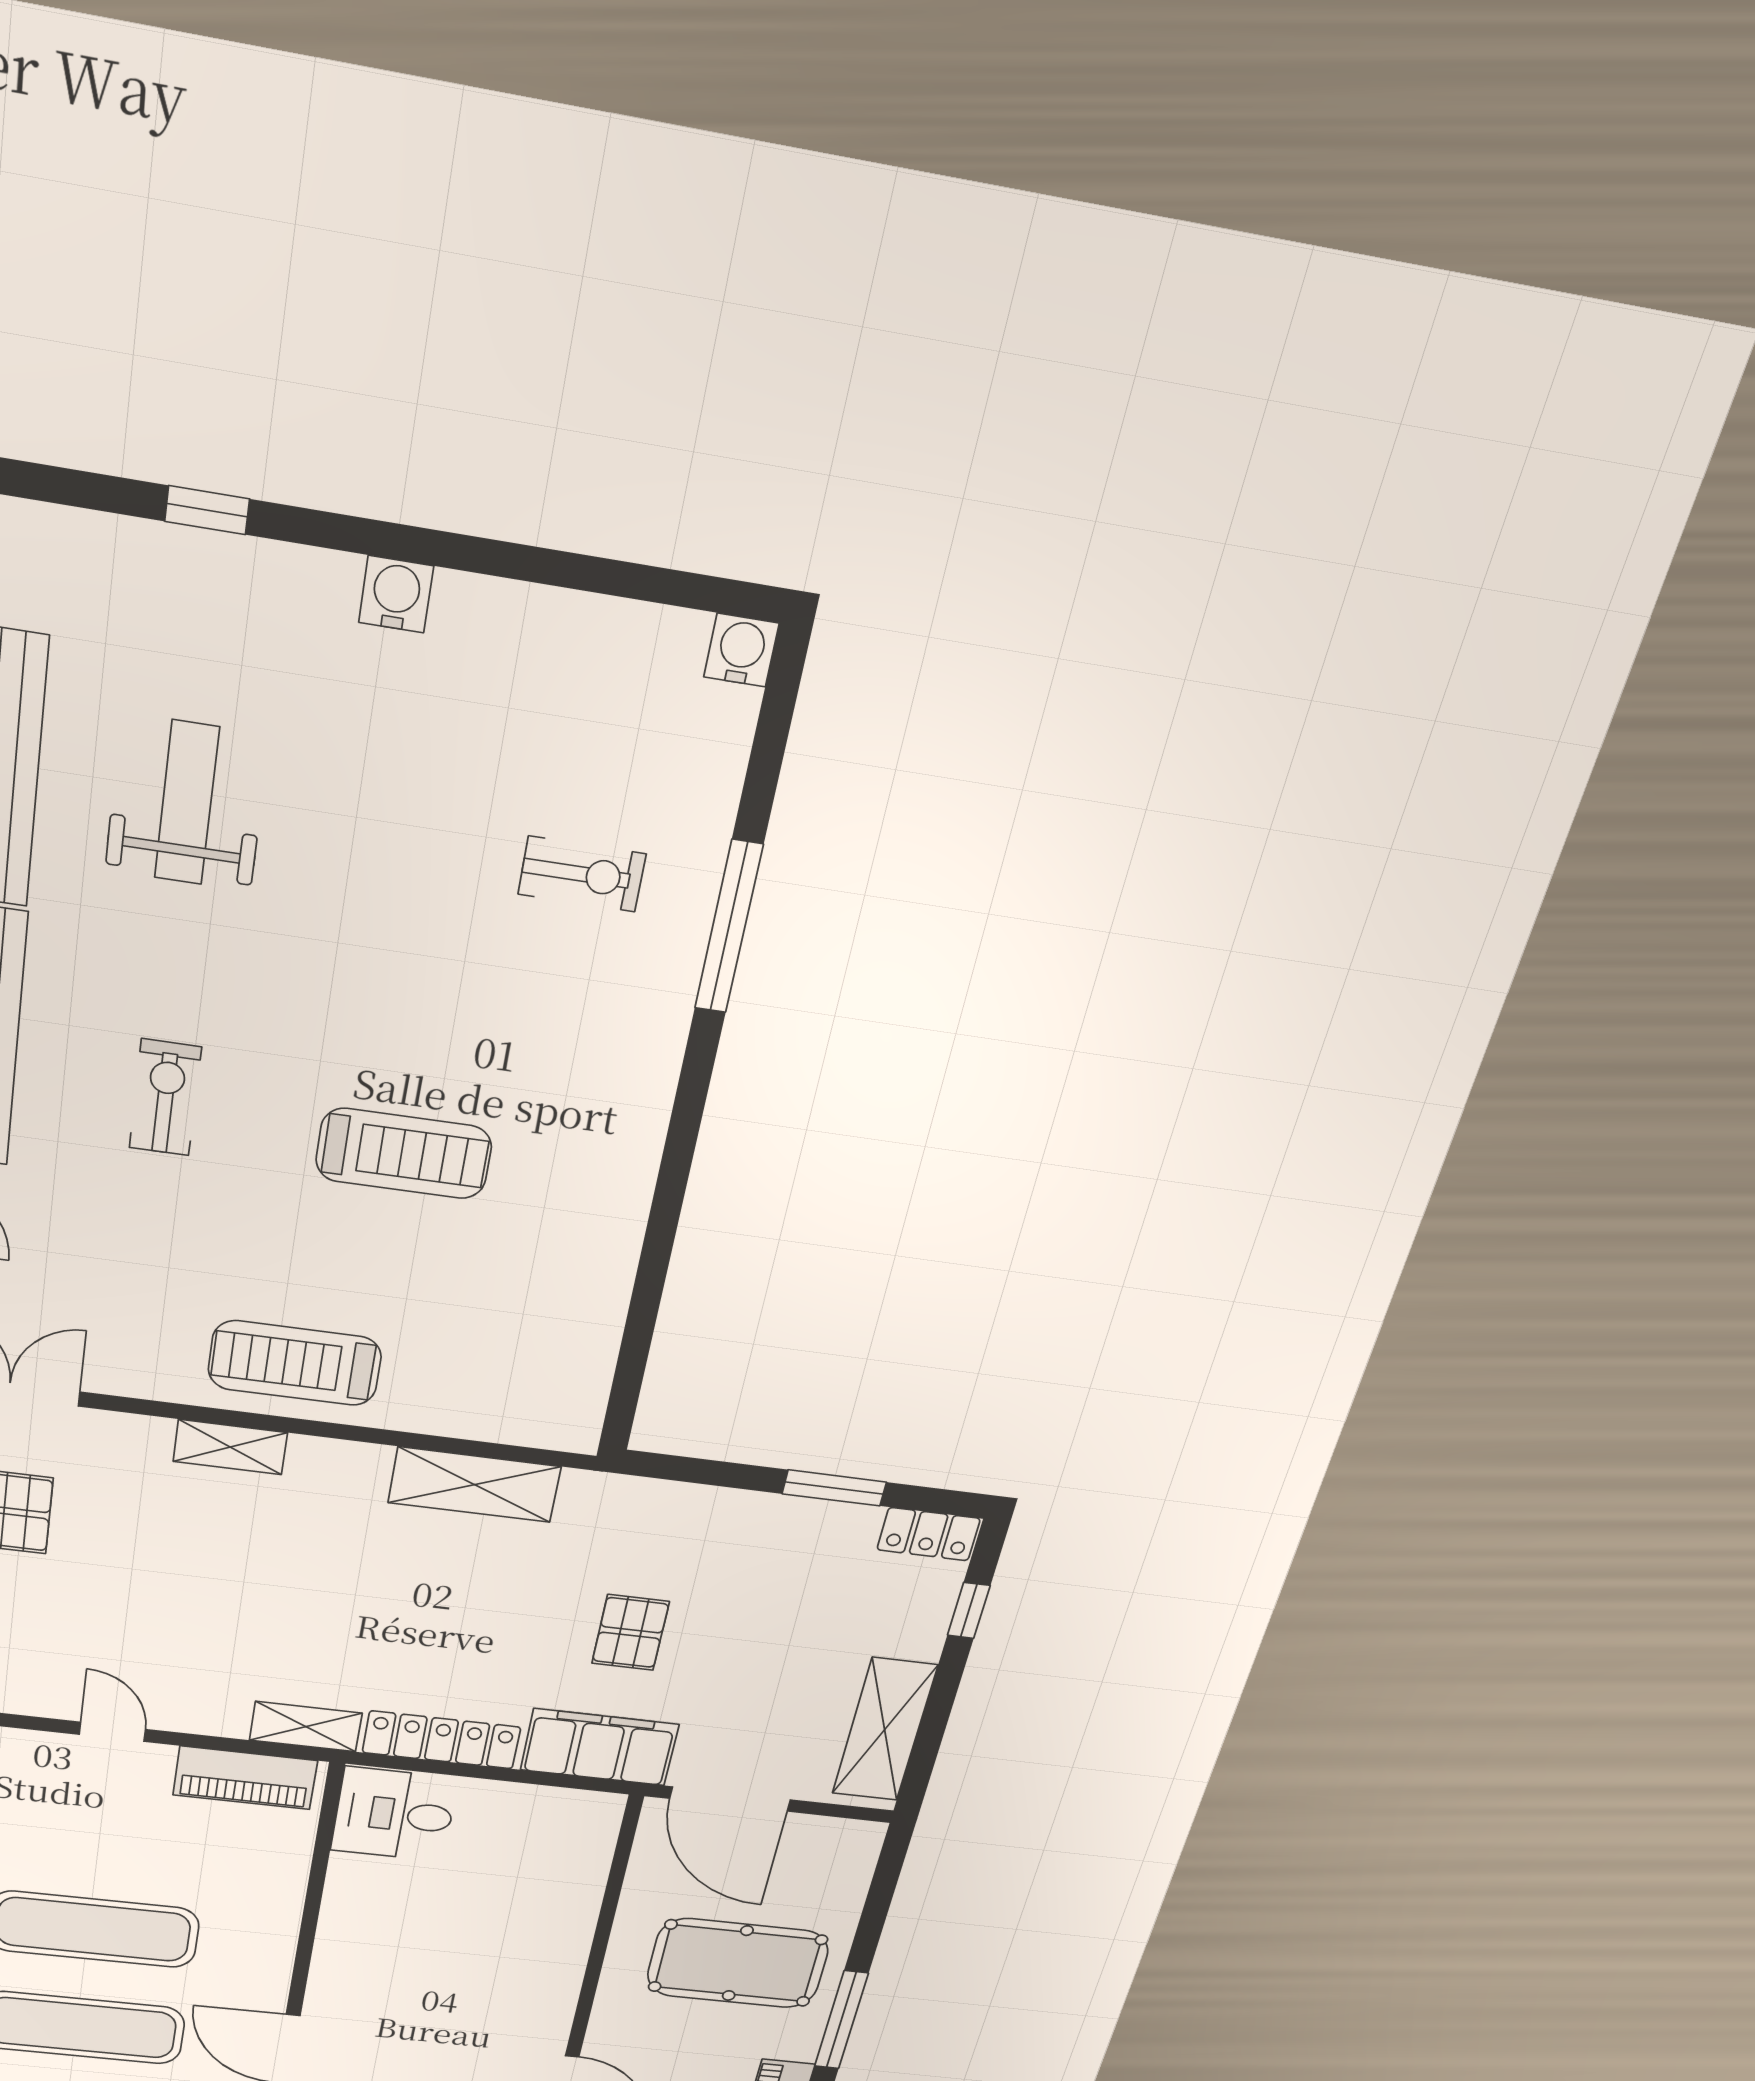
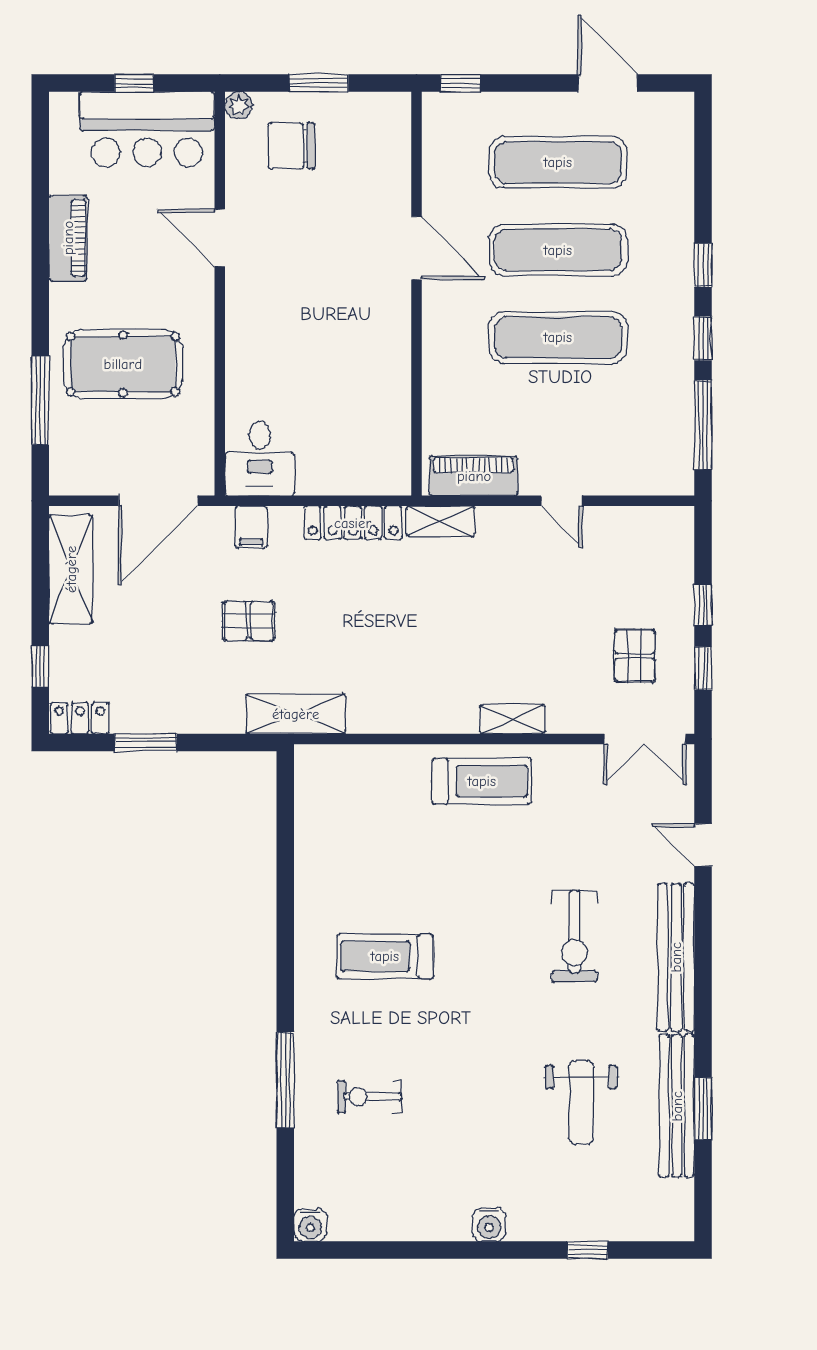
exercise bike: (165, 1098) -> (575, 936), width x1.38, depth x1.39
treadmill: (404, 1154) -> (385, 956), moved
shelving: (474, 1485) -> (296, 714), moved
pallet: (630, 1633) -> (249, 621), turned 90
filing cabinet: (600, 1747) -> (251, 527), width x0.33, depth x0.86
door: (730, 1799) -> (158, 501), swing flipped
desk: (394, 1814) -> (260, 458), moved, turned 90
window: (841, 2020) -> (40, 400), moved

